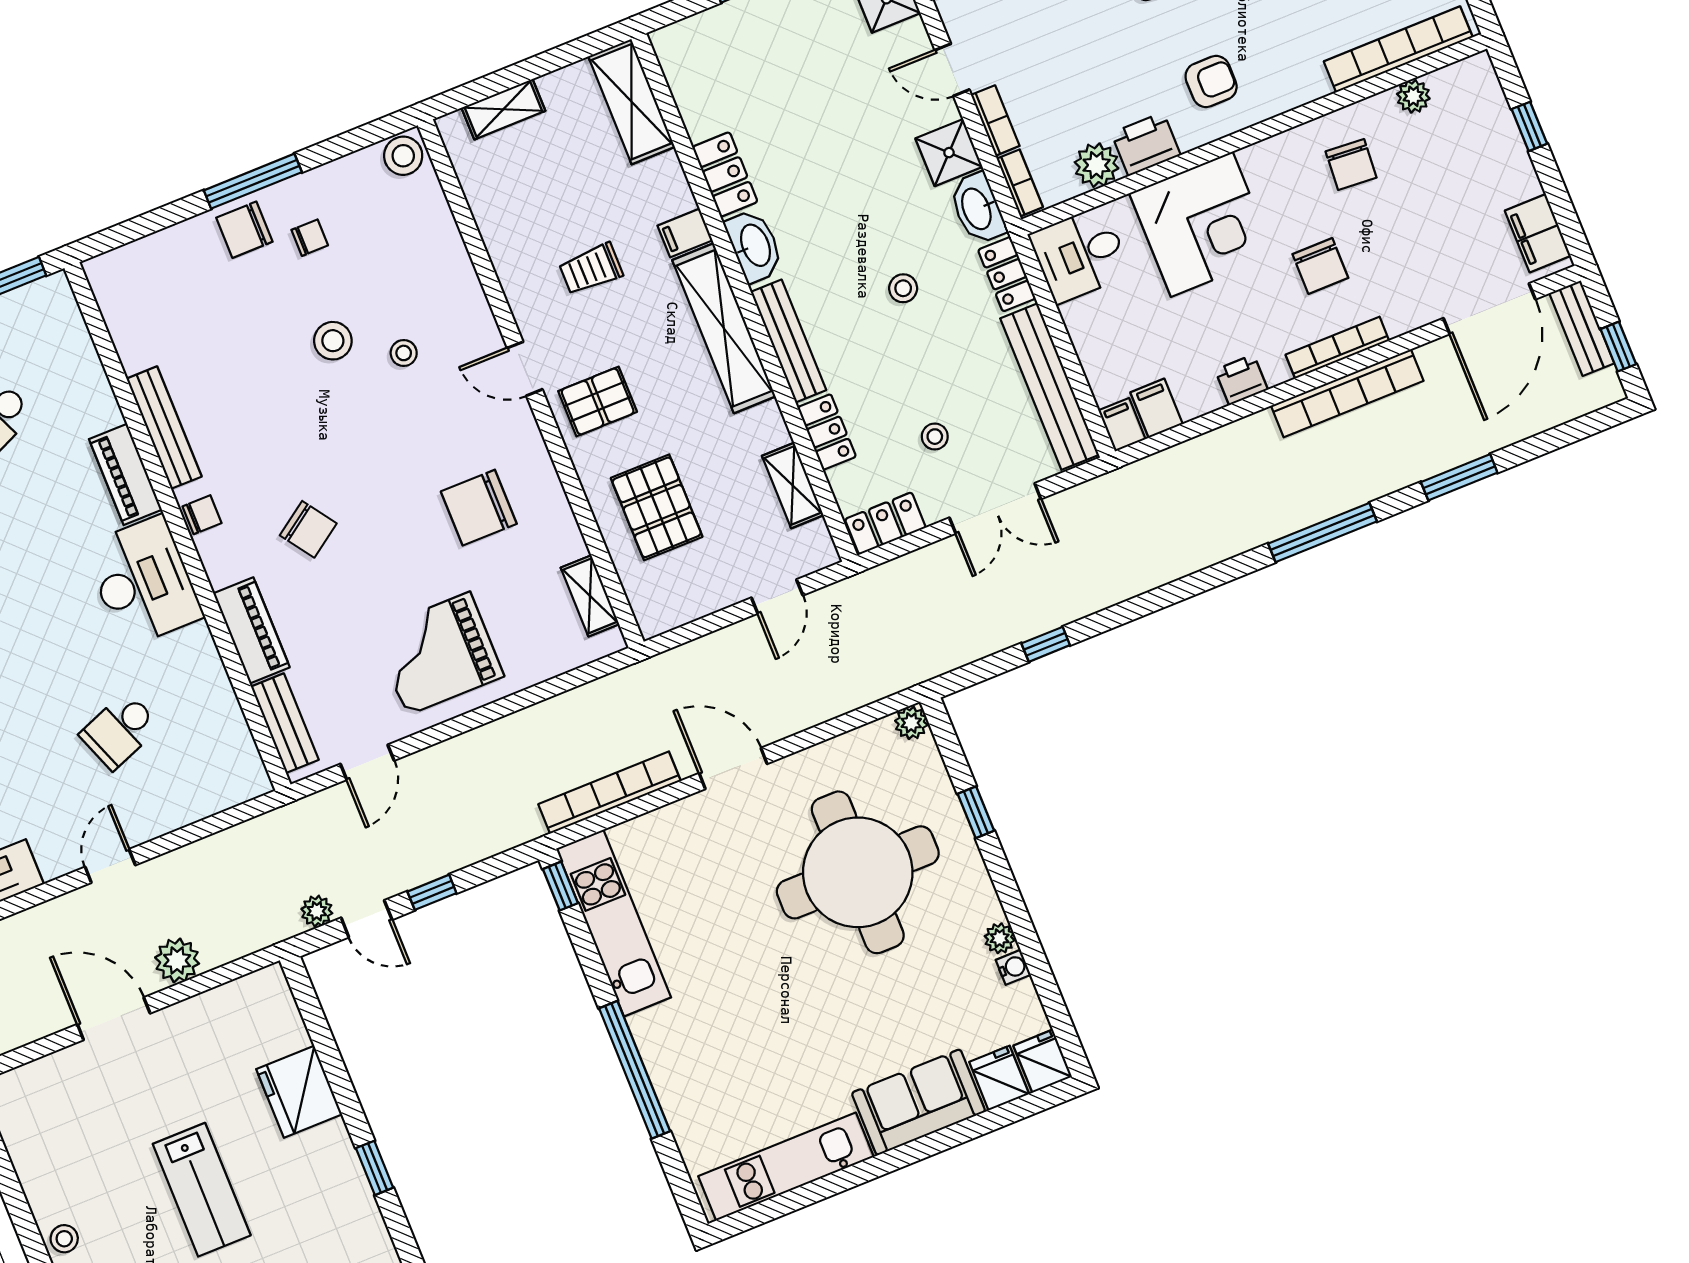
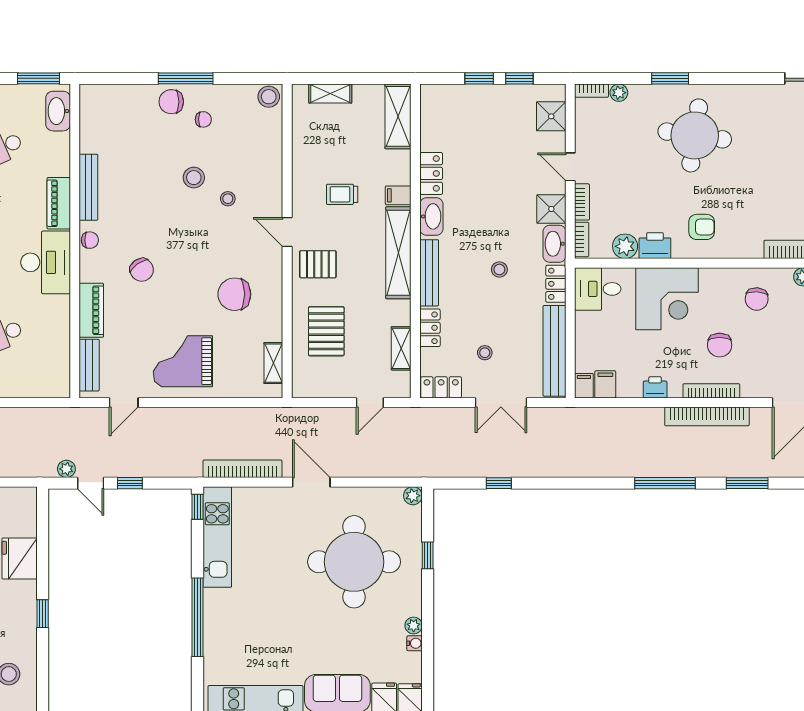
washbasin: (62, 321) -> (58, 111), added

